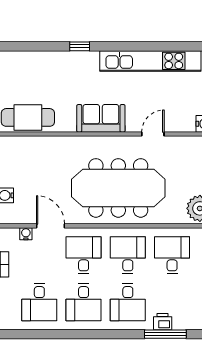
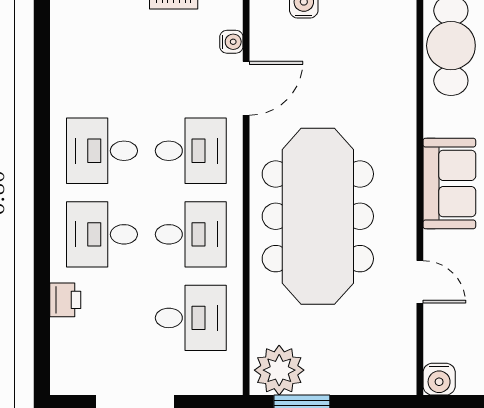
desk: (39, 302) -> (102, 67), removed
window: (165, 334) -> (42, 305), removed

